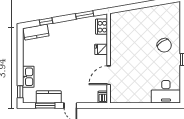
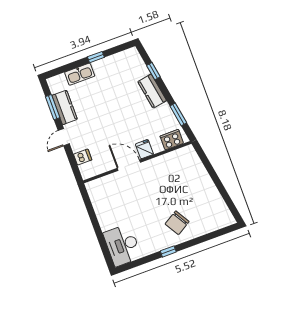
kitchen counter: (36, 32) -> (152, 91), moved
door: (109, 75) -> (129, 165), moved
window: (20, 92) -> (96, 57), moved
dishwasher: (103, 97) -> (83, 157), moved

